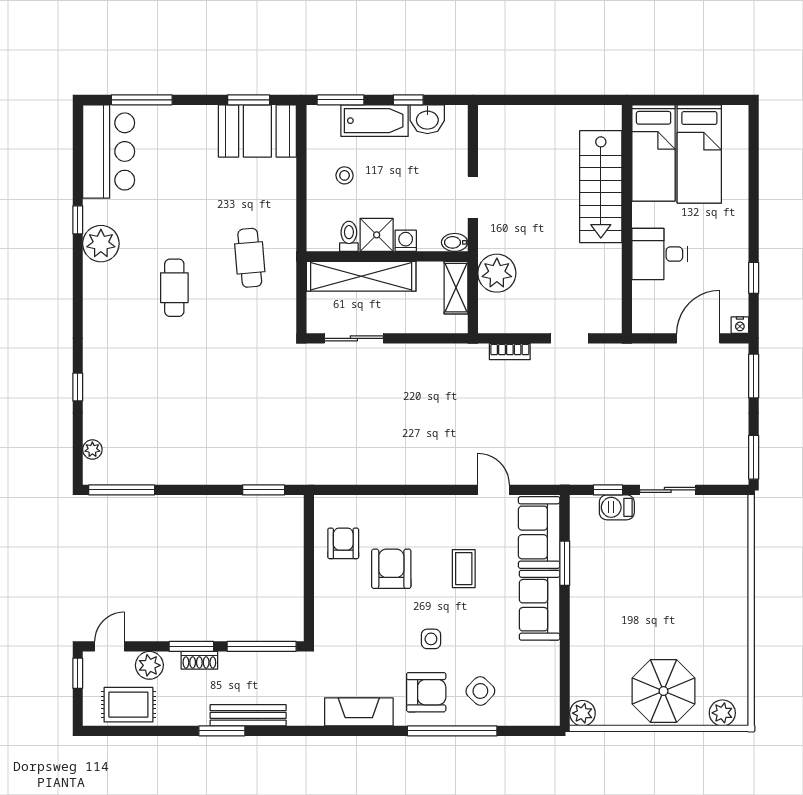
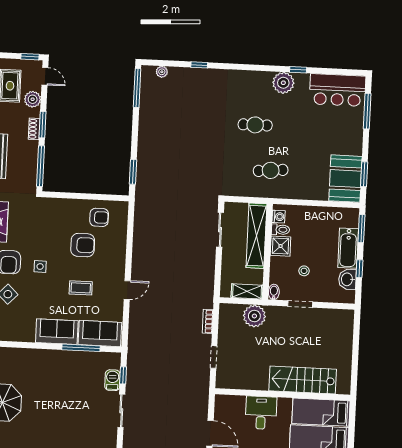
stool: (345, 175) -> (304, 271), moved
washing machine: (406, 241) -> (278, 217), moved
door: (494, 490) -> (127, 290), moved
window: (565, 563) -> (81, 348), width x1.44

